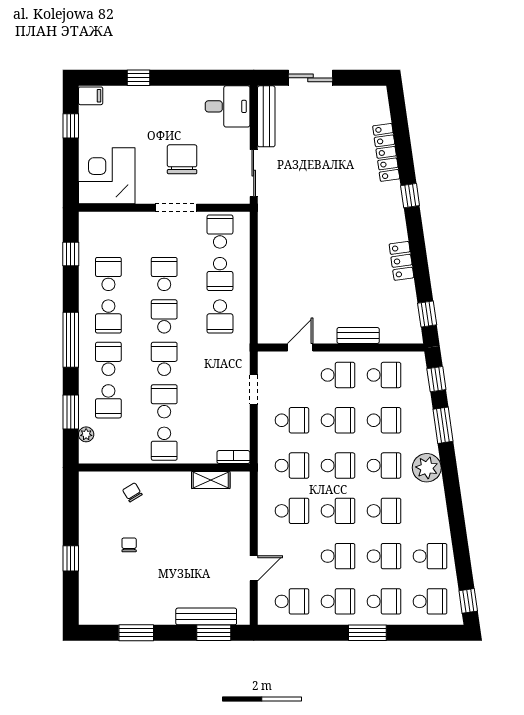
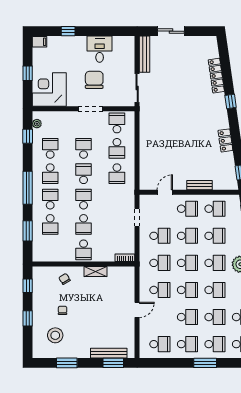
desk: (228, 106) -> (100, 49), moved, turned -90
window: (71, 126) -> (28, 73), moved
school desk: (164, 401) -> (84, 224), turned 180
plant: (86, 434) -> (37, 124), moved
shelving: (211, 480) -> (95, 272), moved
window: (71, 504) -> (28, 286), added
door: (254, 568) -> (137, 310), moved
stool: (117, 587) -> (55, 335), added

